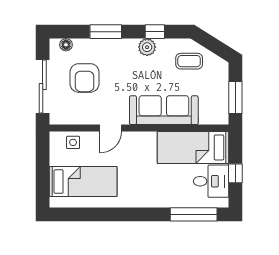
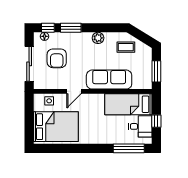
window: (155, 32) -> (48, 28), moved
bed: (83, 182) -> (56, 127), width x1.50

